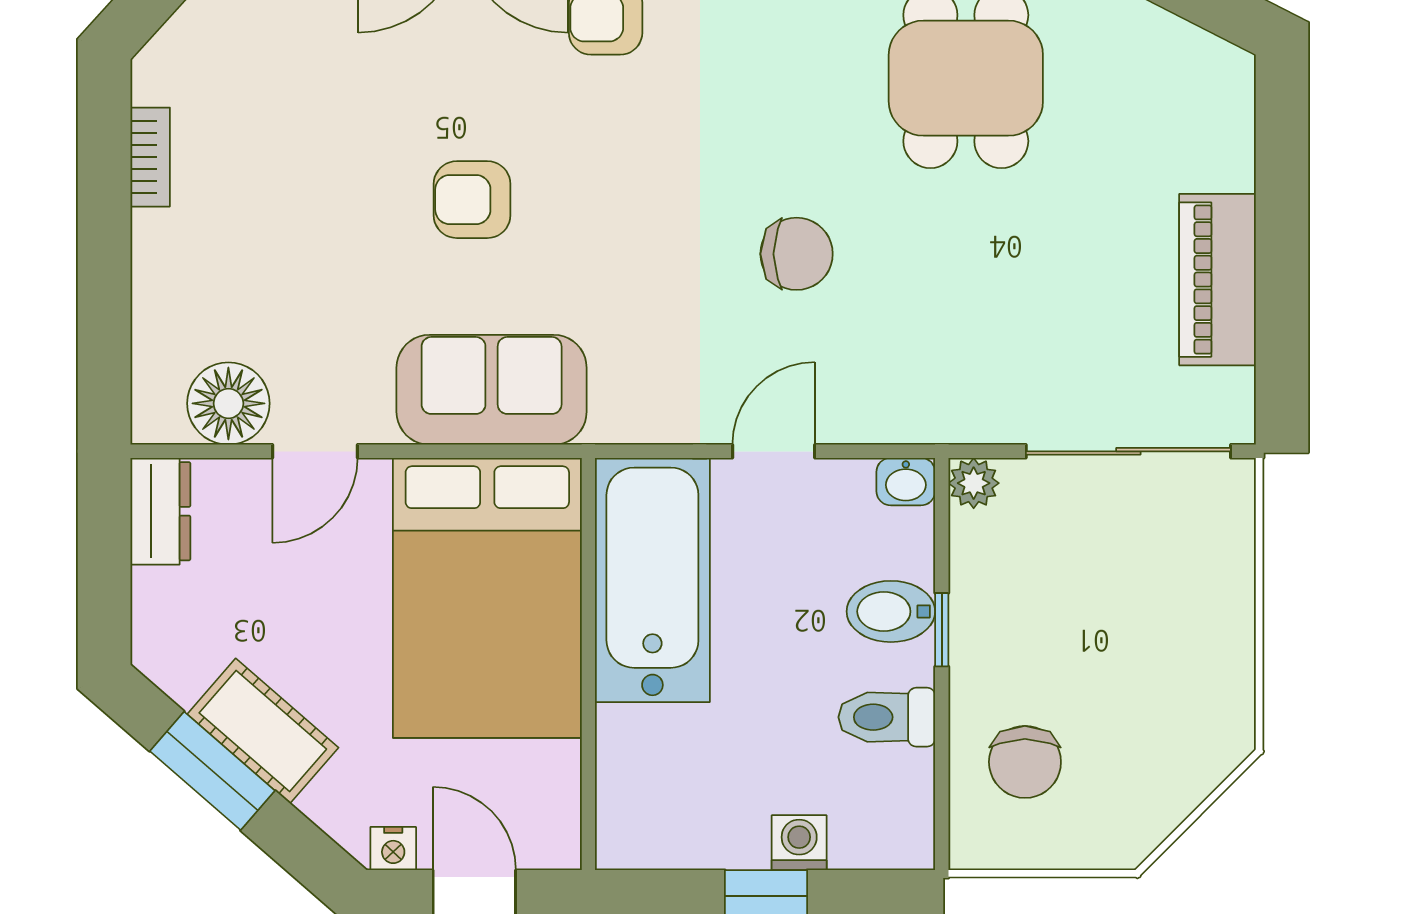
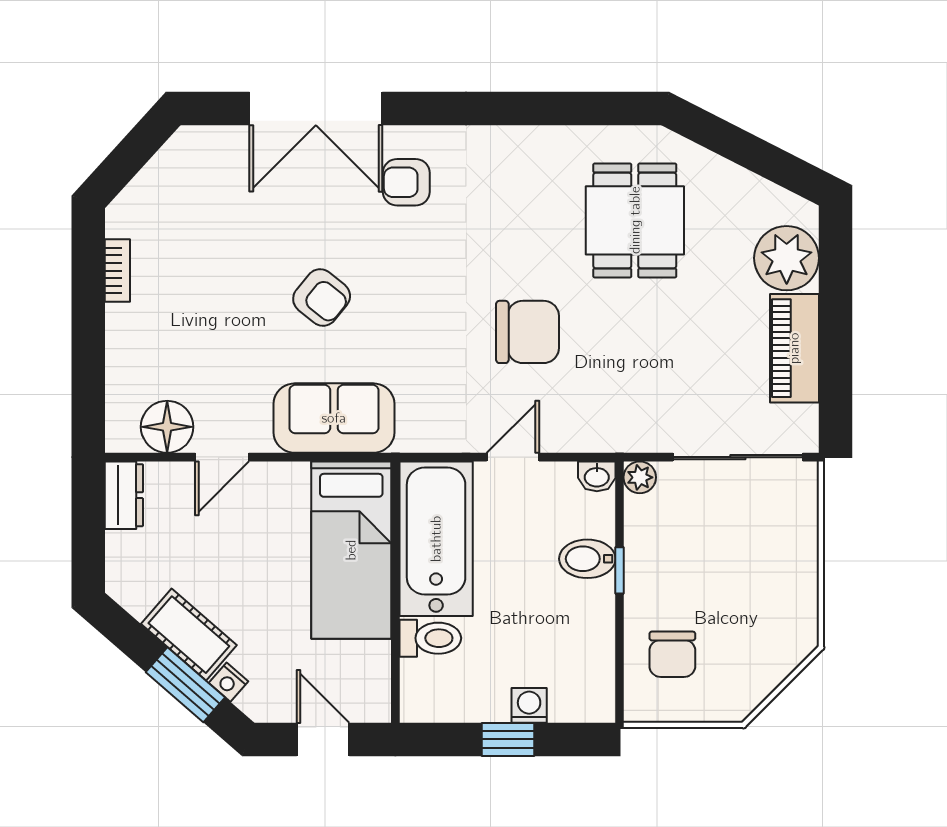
plant: (1205, 138) -> (787, 258), added
armchair: (472, 200) -> (322, 298), turned -141
chair: (797, 254) -> (527, 332), width x1.37, depth x1.37
bed: (487, 598) -> (351, 550), width x0.67
toilet: (887, 717) -> (430, 638), moved, turned 180
window: (212, 771) -> (185, 685), moved
nightstand: (393, 849) -> (229, 682), moved, turned 41

